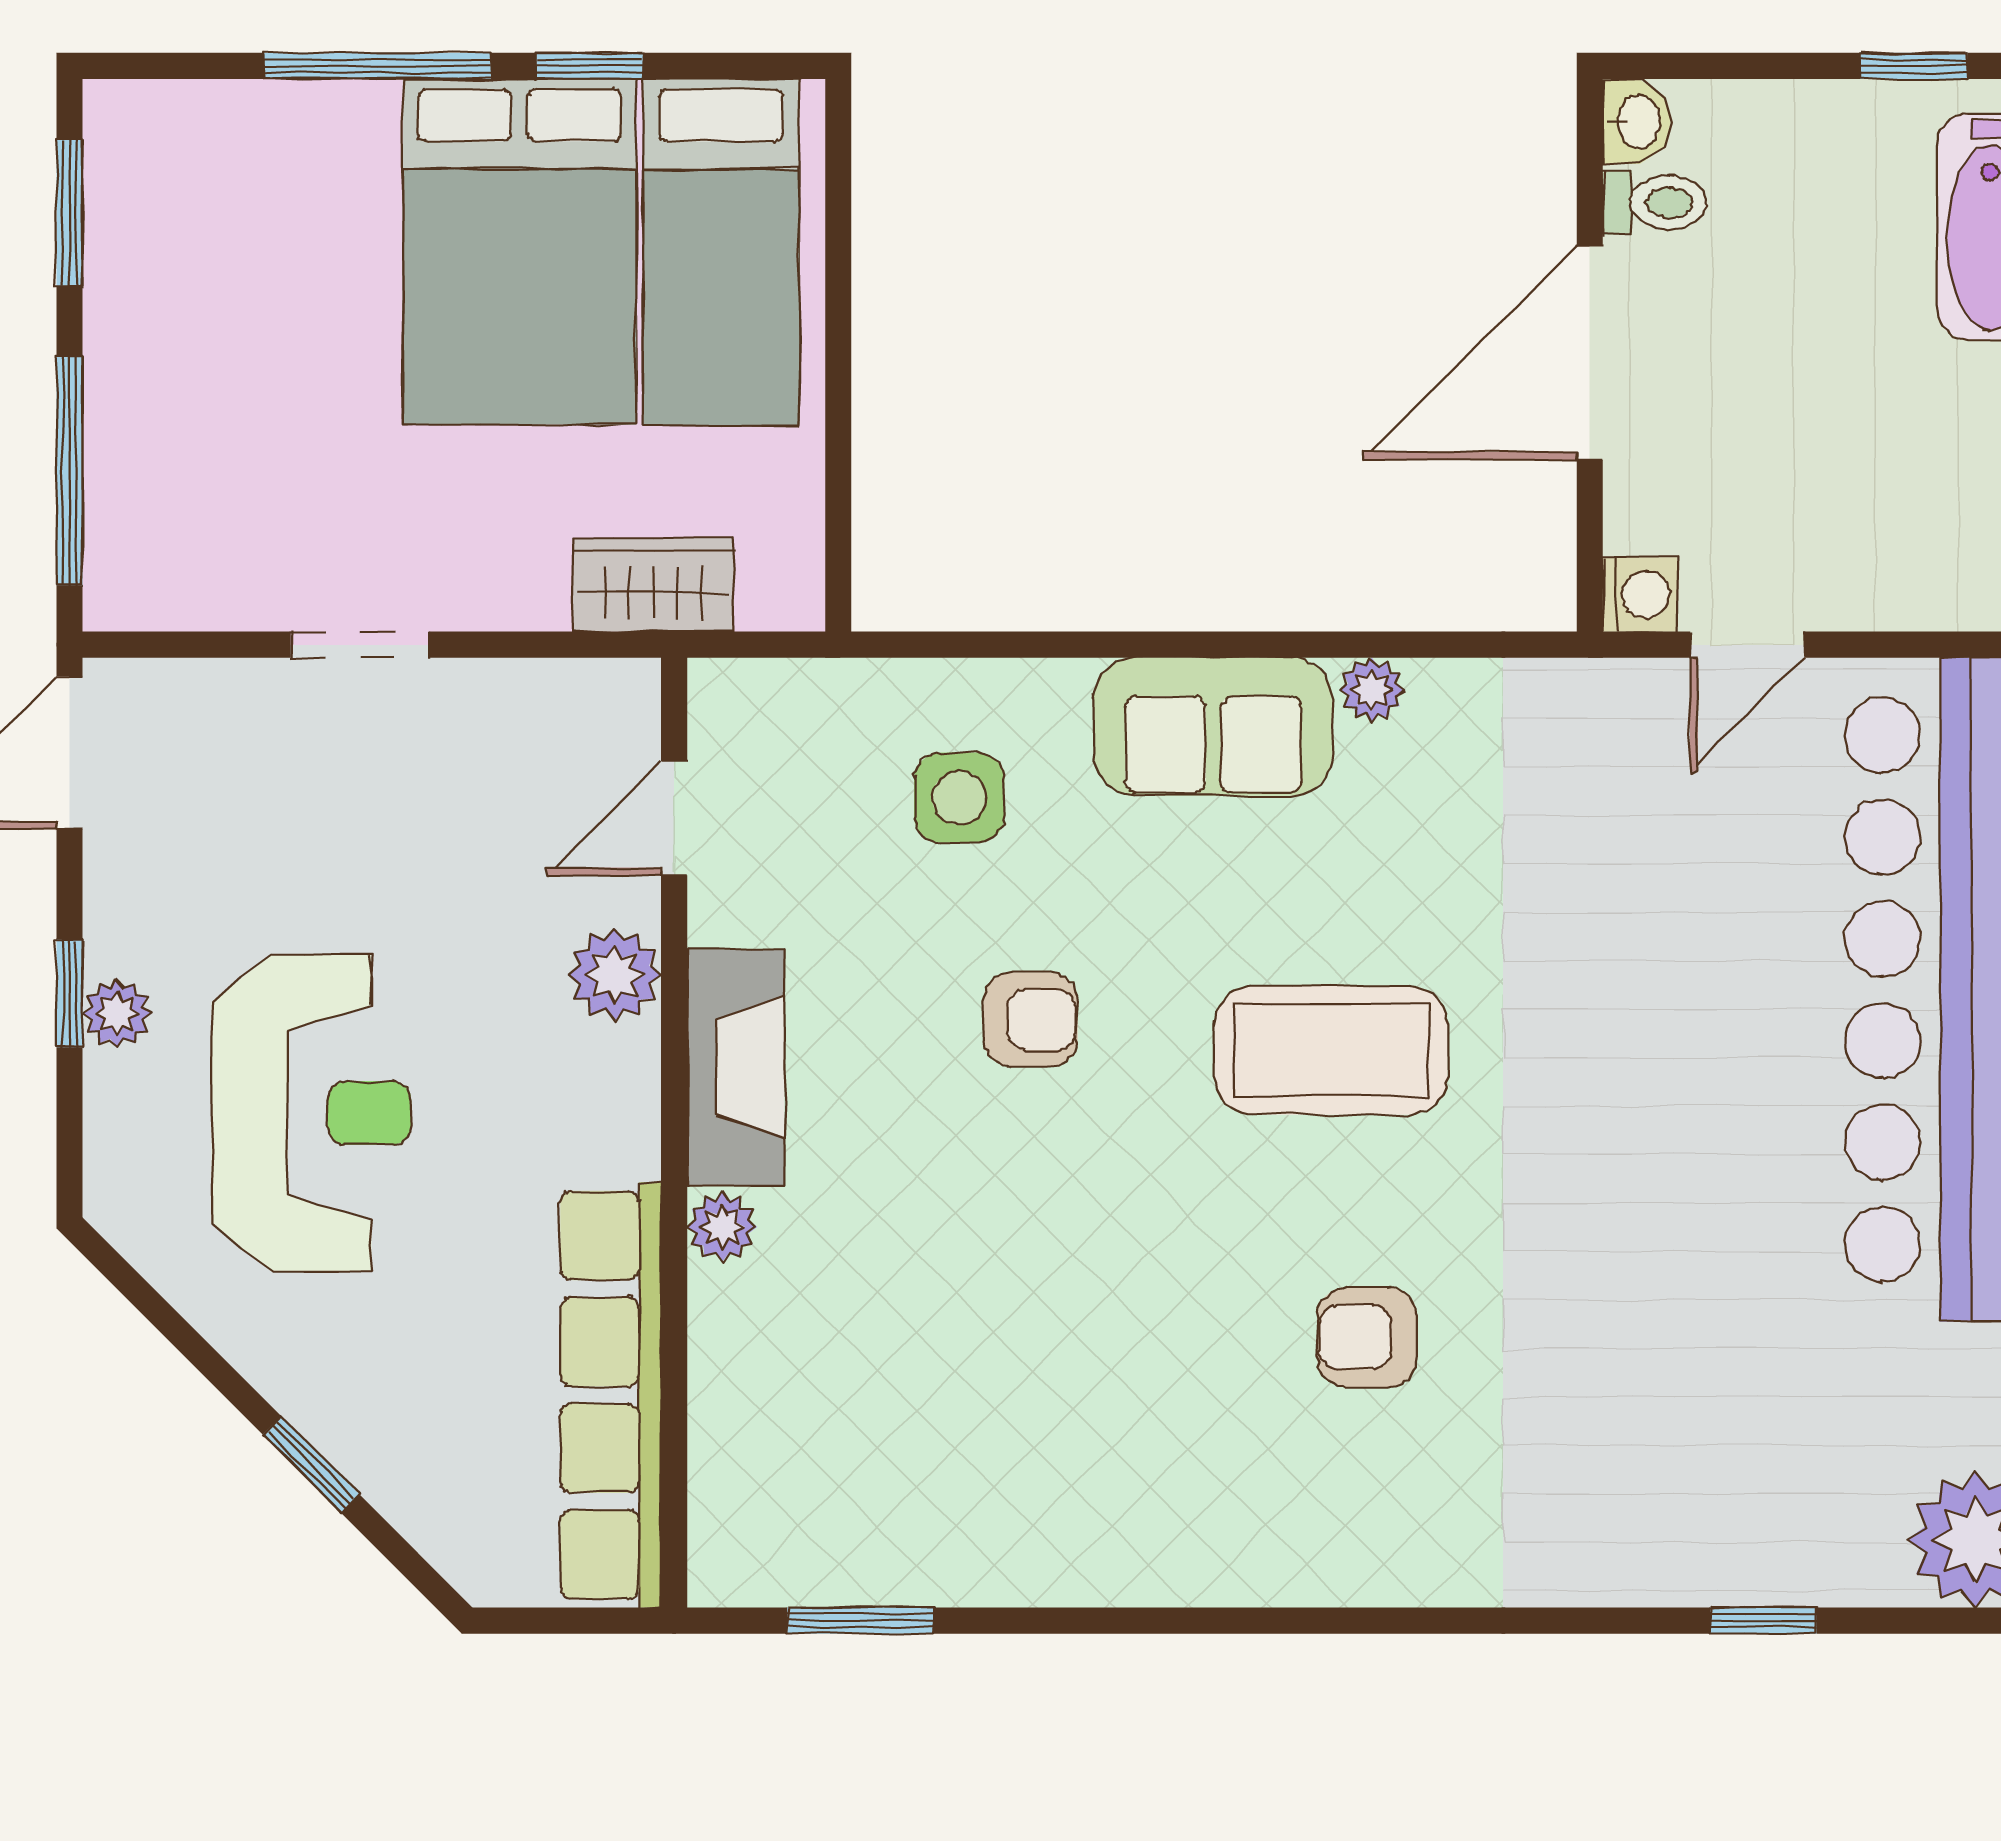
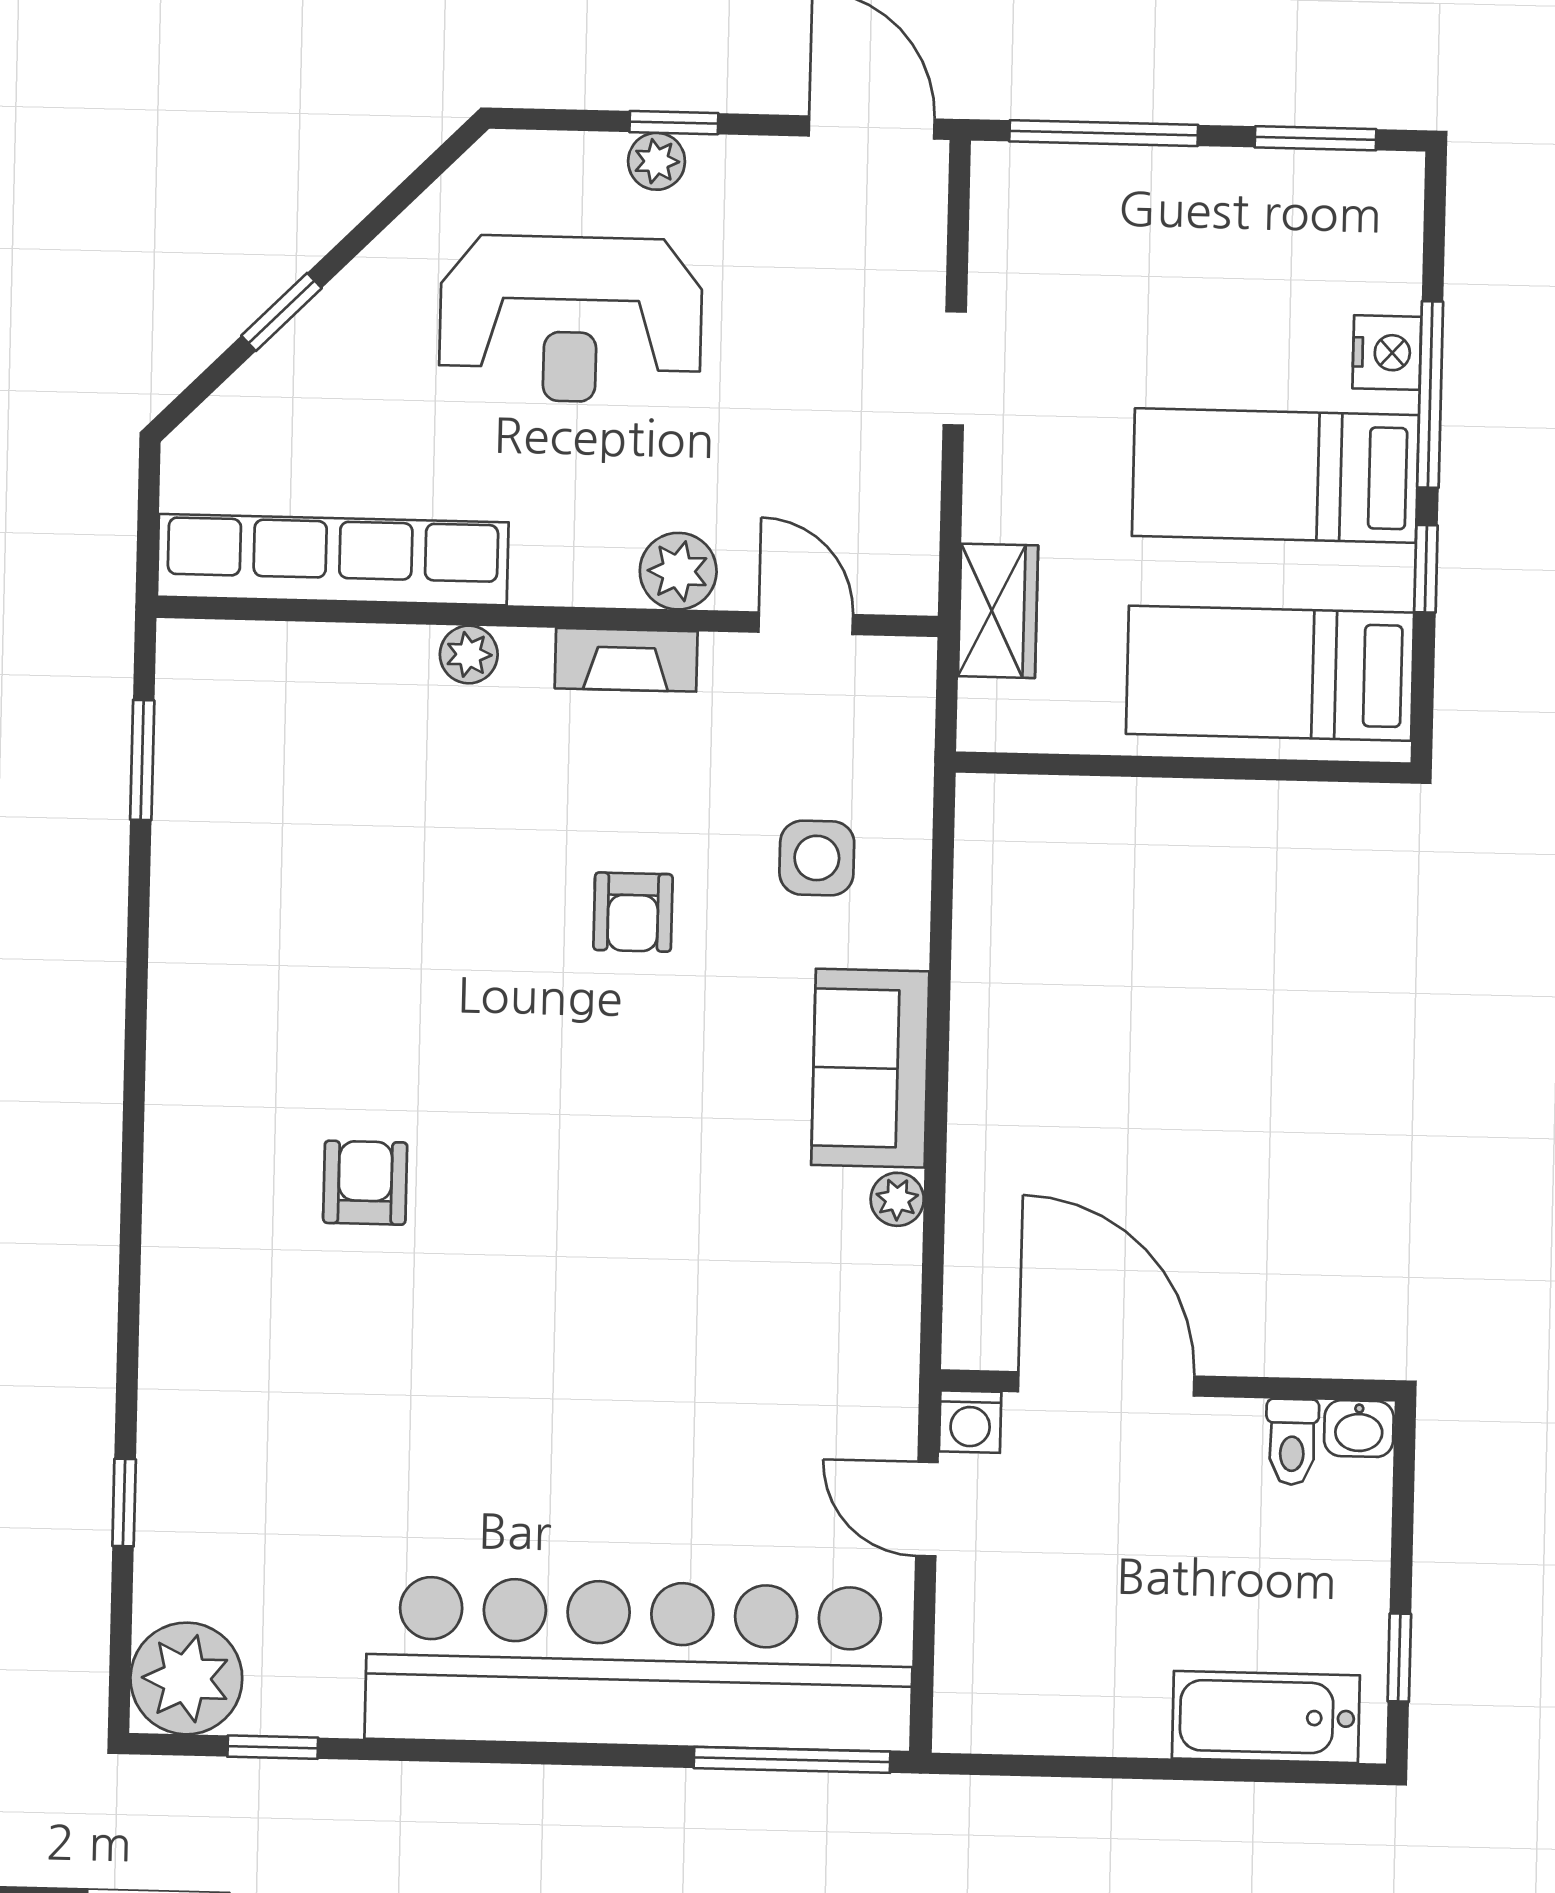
nightstand: (328, 120) -> (1387, 353), added
bed: (519, 252) -> (1275, 476), width x0.67
door: (1590, 353) -> (1106, 1384), moved
coffee table: (1331, 1050) -> (602, 1159), removed
fireplace: (736, 1067) -> (626, 660), width x0.73, depth x0.76

